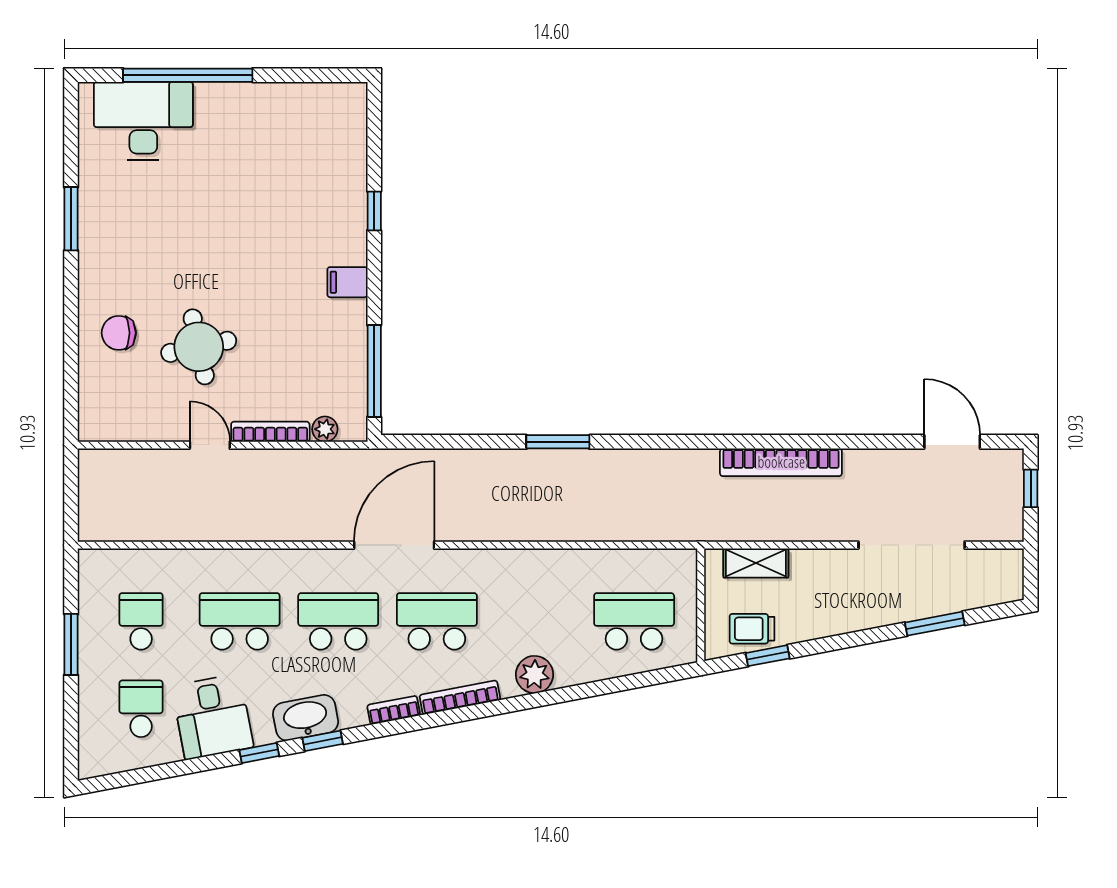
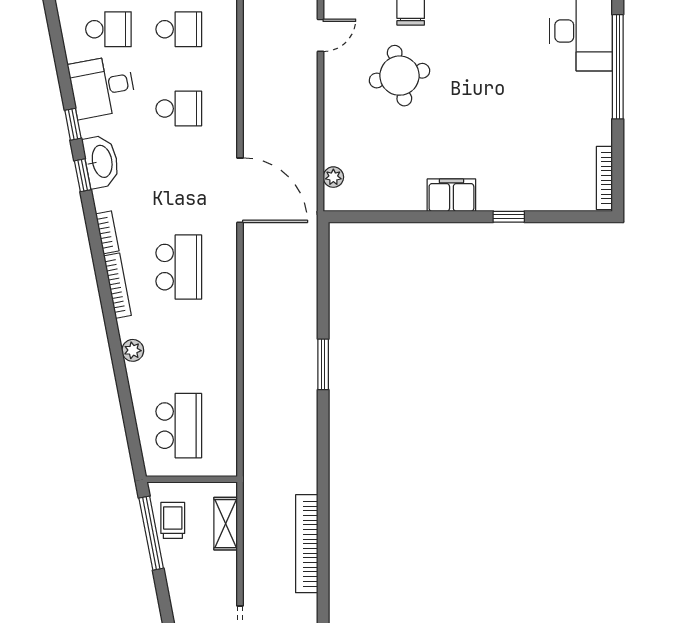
filing cabinet: (347, 282) -> (451, 195), width x2.00
window: (374, 371) -> (380, 217), removed
bookcase: (270, 432) -> (604, 178), moved, turned 180
door: (210, 445) -> (320, 35), moved
door: (394, 545) -> (240, 190), moved
school desk: (240, 621) -> (179, 109), width x0.54
school desk: (338, 621) -> (179, 188), removed
window: (768, 656) -> (151, 533), width x2.17
plant: (535, 675) -> (133, 350), width x0.73, depth x0.73

